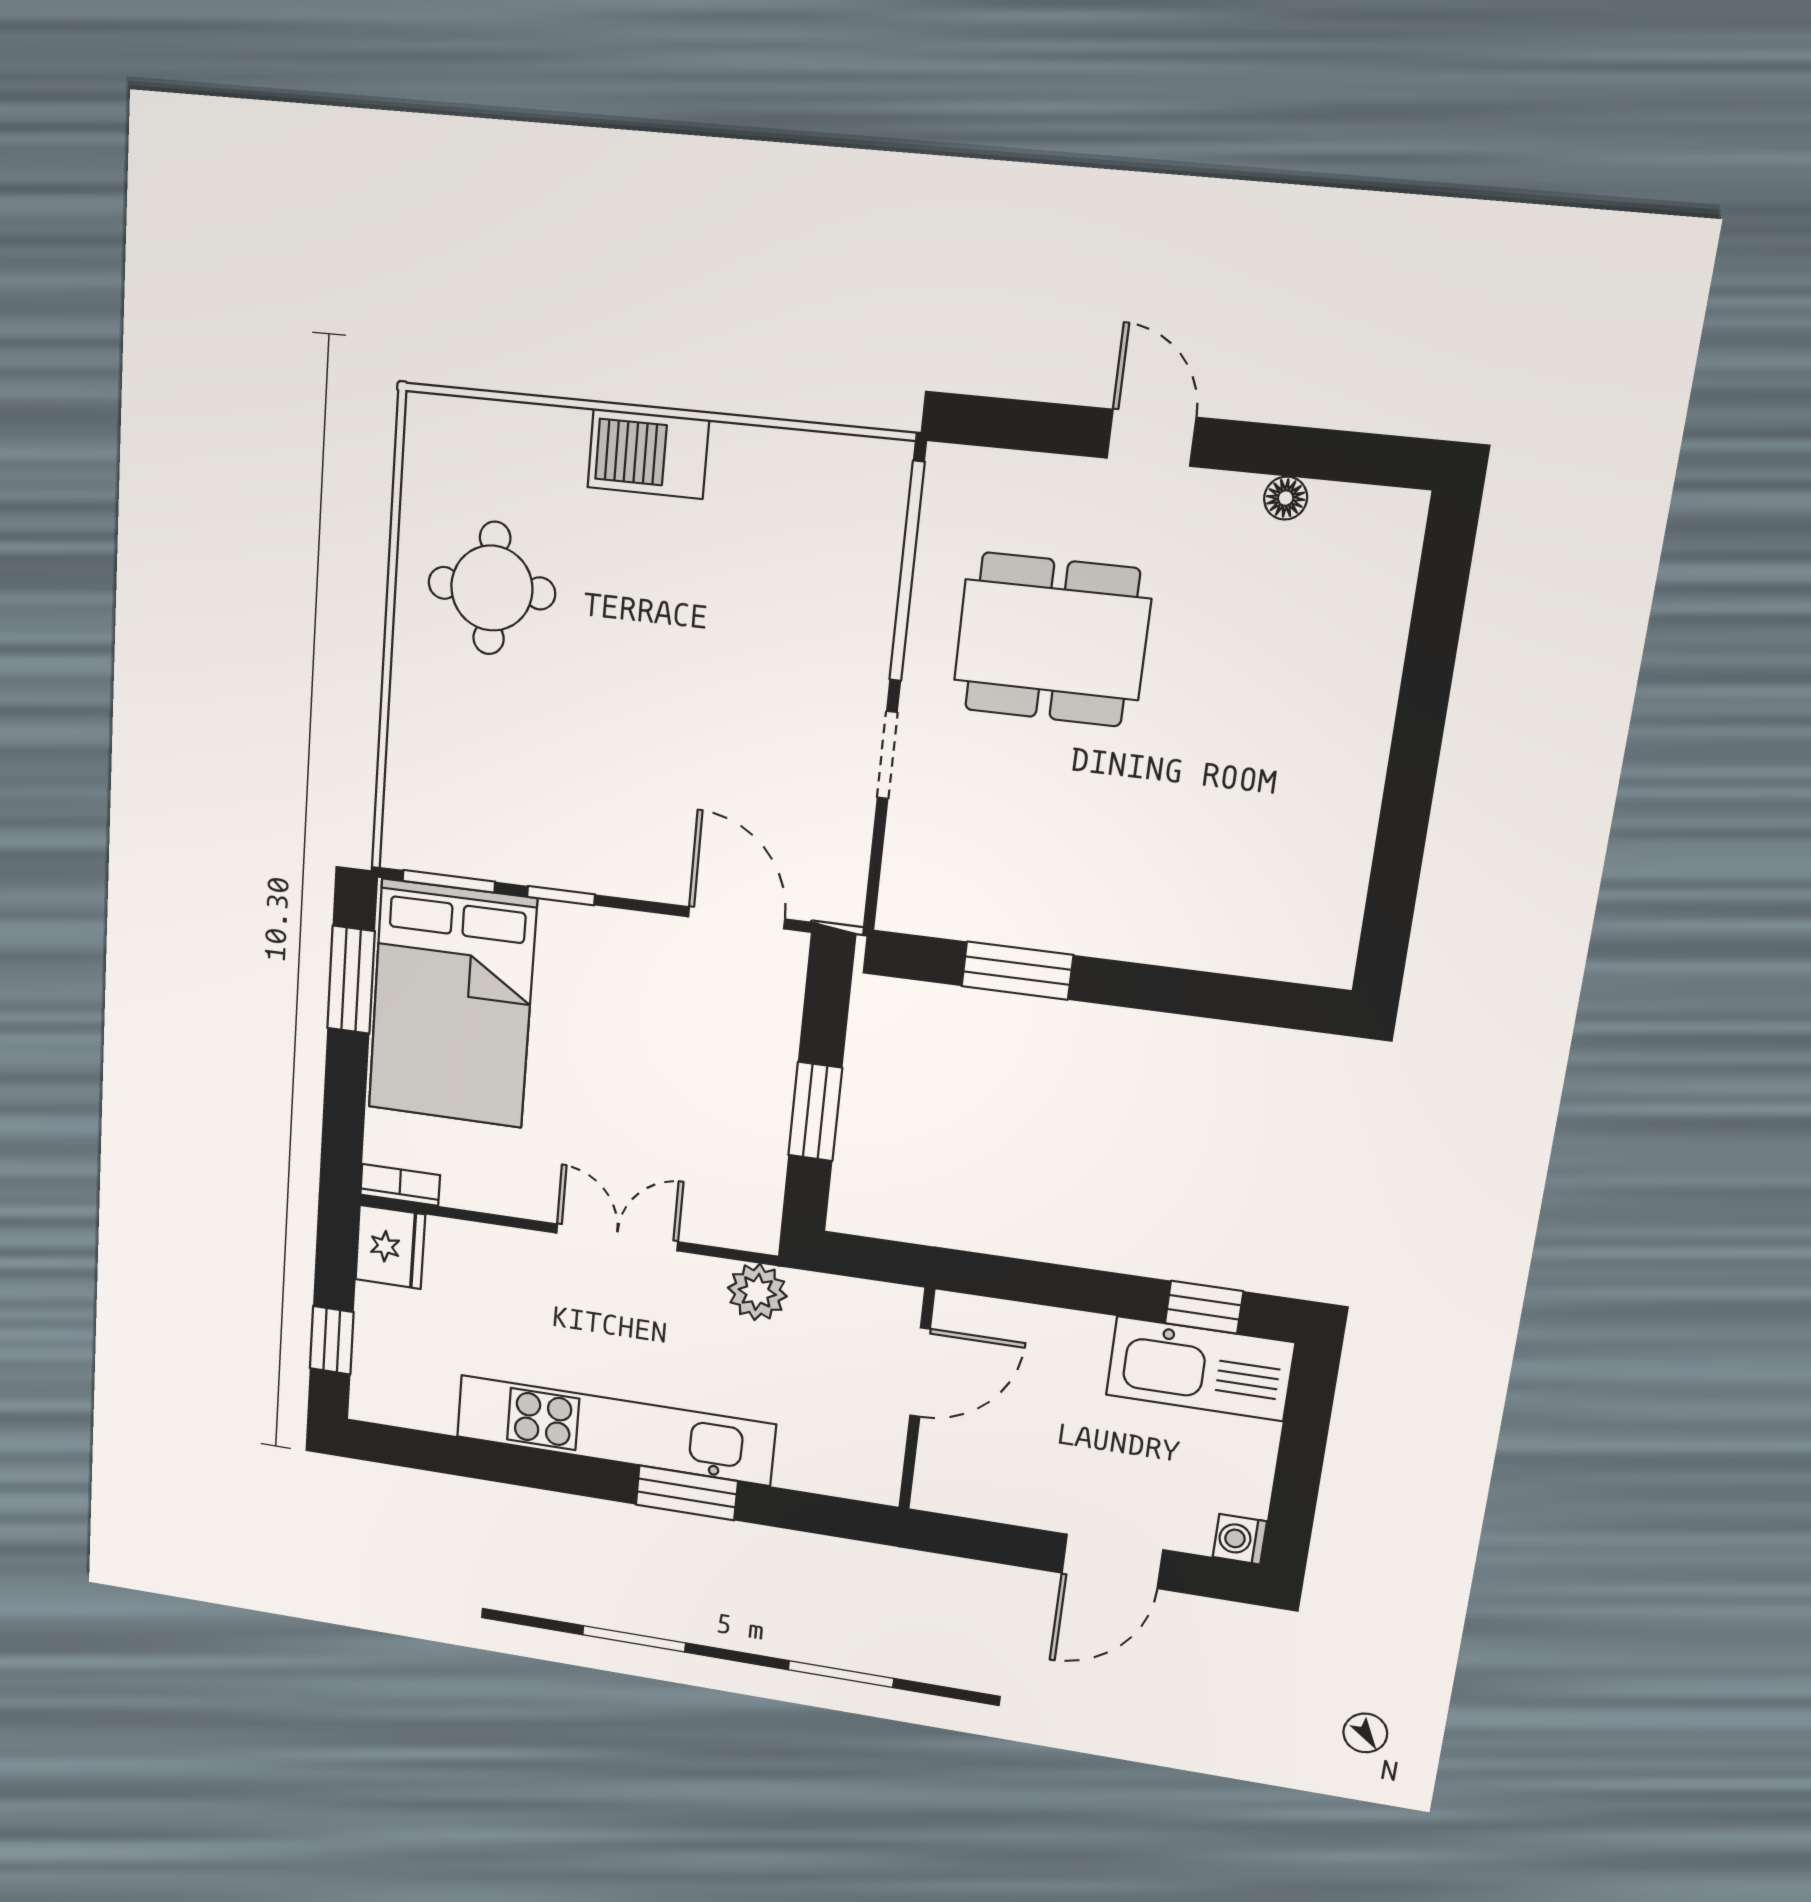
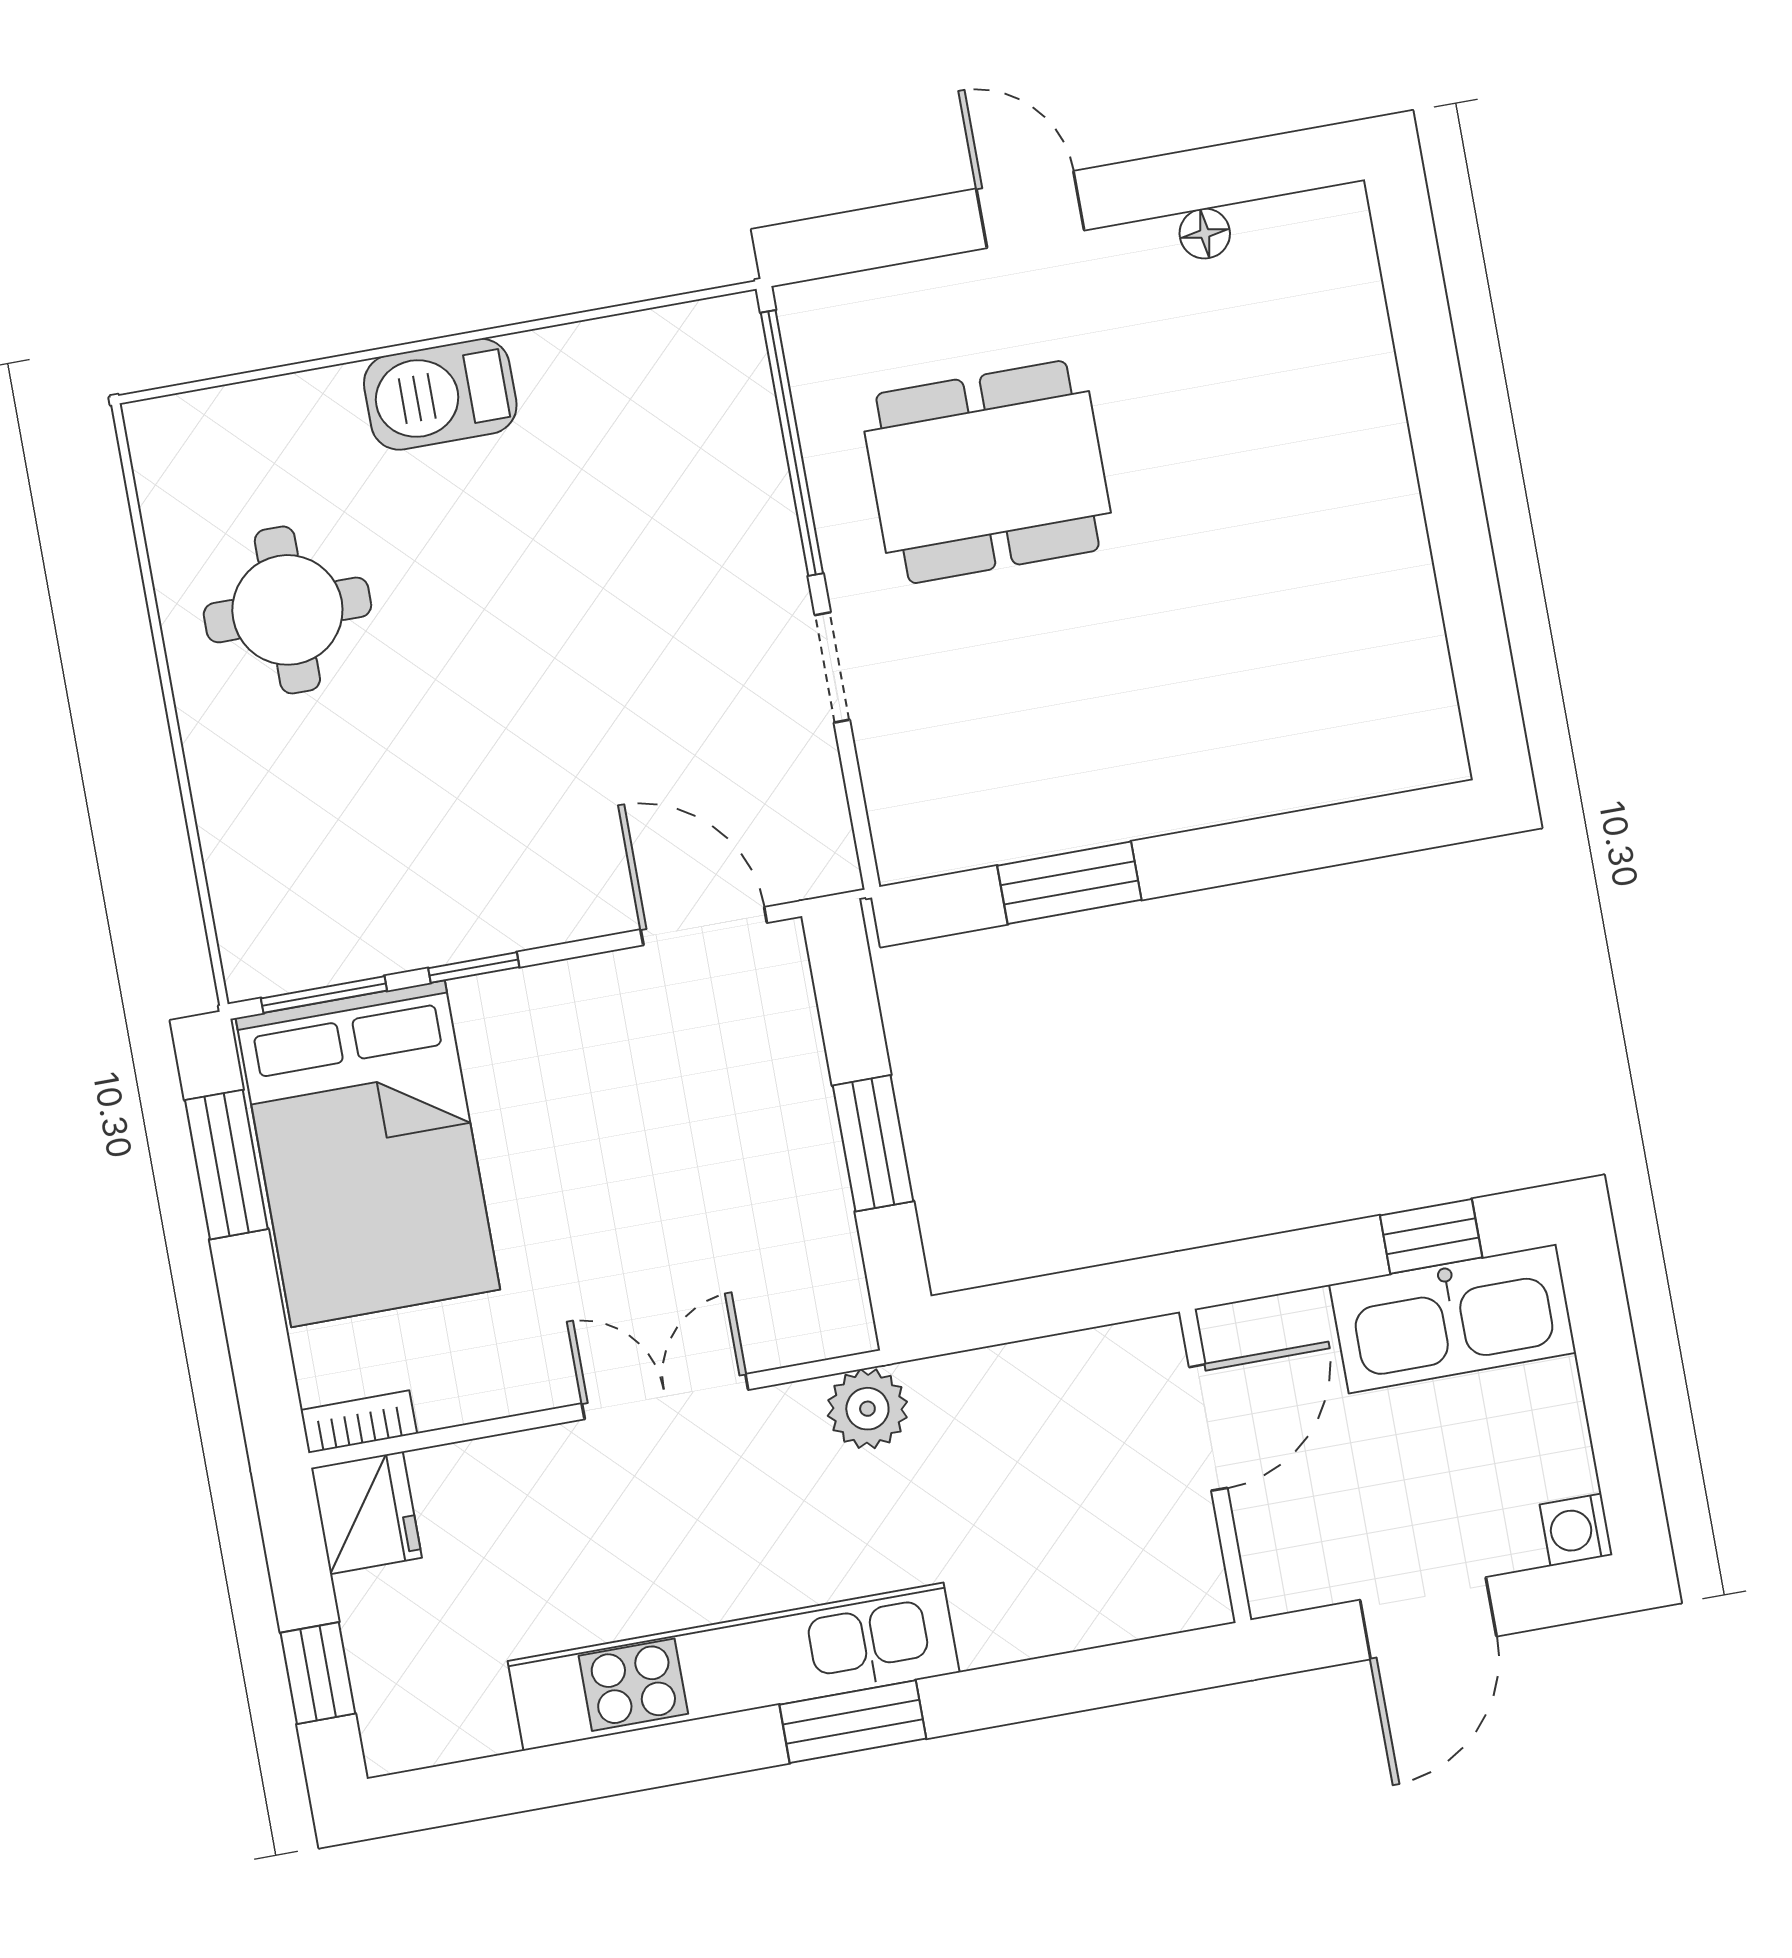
door: (920, 1372) -> (1208, 1427), moved
wall: (917, 1399) -> (1215, 1466), moved

